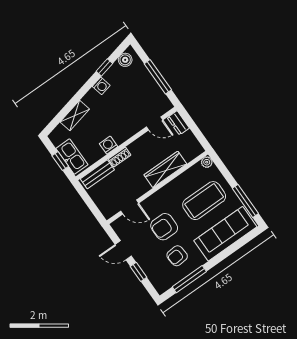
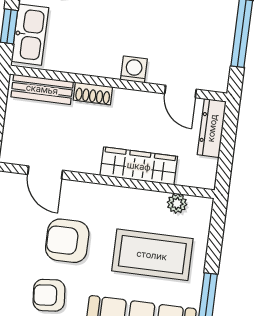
dresser: (178, 123) -> (212, 128), width x1.44
washing machine: (109, 145) -> (134, 69), moved
plant: (207, 162) -> (177, 203), moved

